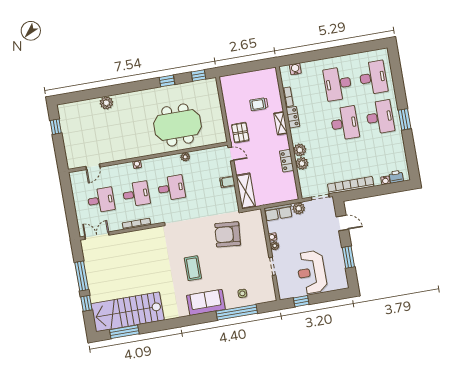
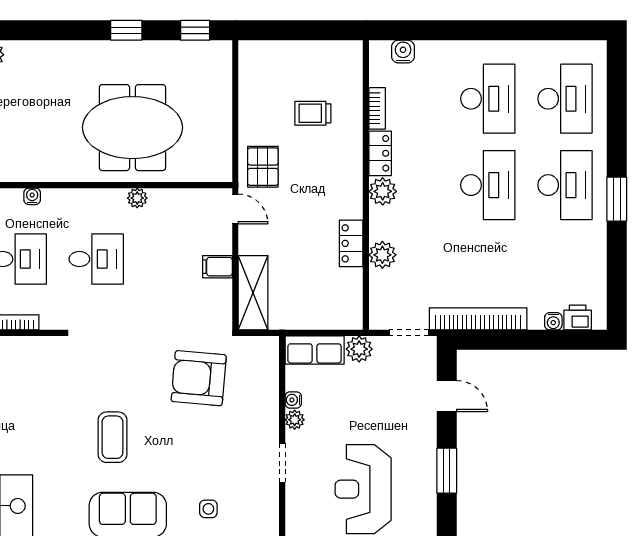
desk: (338, 84) -> (488, 99), turned 180
shelving: (281, 123) -> (352, 162), removed
plant: (300, 150) -> (383, 191), moved

